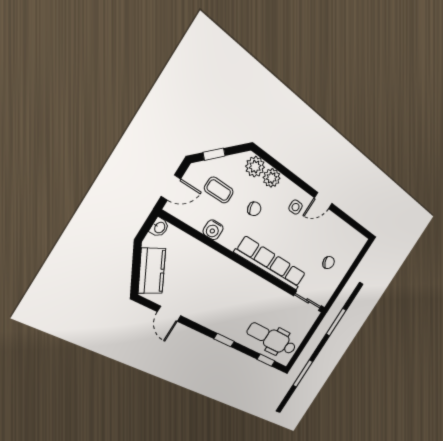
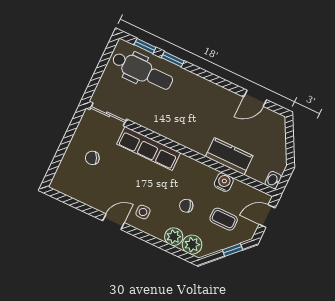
row of seats: (271, 263) -> (149, 148), width x0.73
kitchen counter: (152, 271) -> (229, 156), moved, turned 117
door: (169, 314) -> (255, 98), swing flipped
window: (224, 340) -> (173, 59), moved

